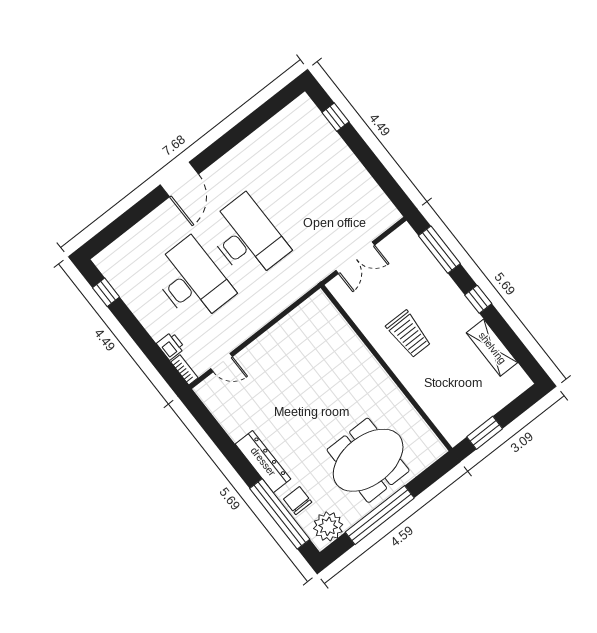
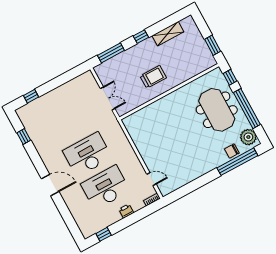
window: (260, 116) -> (24, 136), added
printer: (171, 346) -> (126, 211), moved
door: (221, 363) -> (151, 179), hinge flipped
dresser: (263, 462) -> (208, 166), removed
window: (432, 474) -> (230, 77), added

